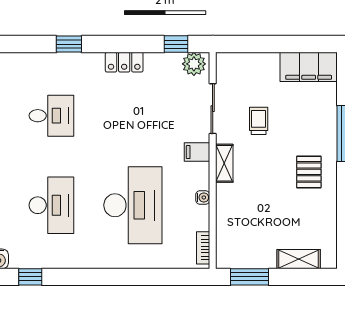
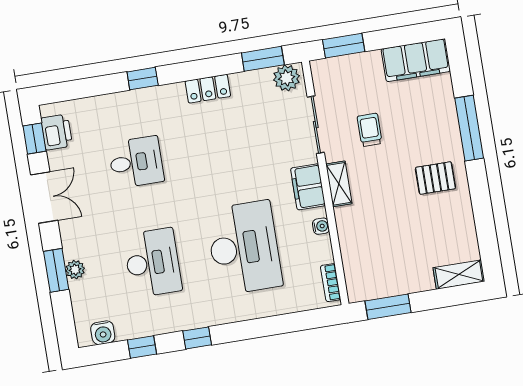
window: (176, 44) -> (263, 59), width x1.50
window: (248, 44) -> (344, 46), added
filing cabinet: (197, 152) -> (308, 187), width x2.00
pallet: (309, 172) -> (435, 178), turned 90
shelving: (299, 259) -> (459, 275), moved
window: (79, 277) -> (197, 338), added

